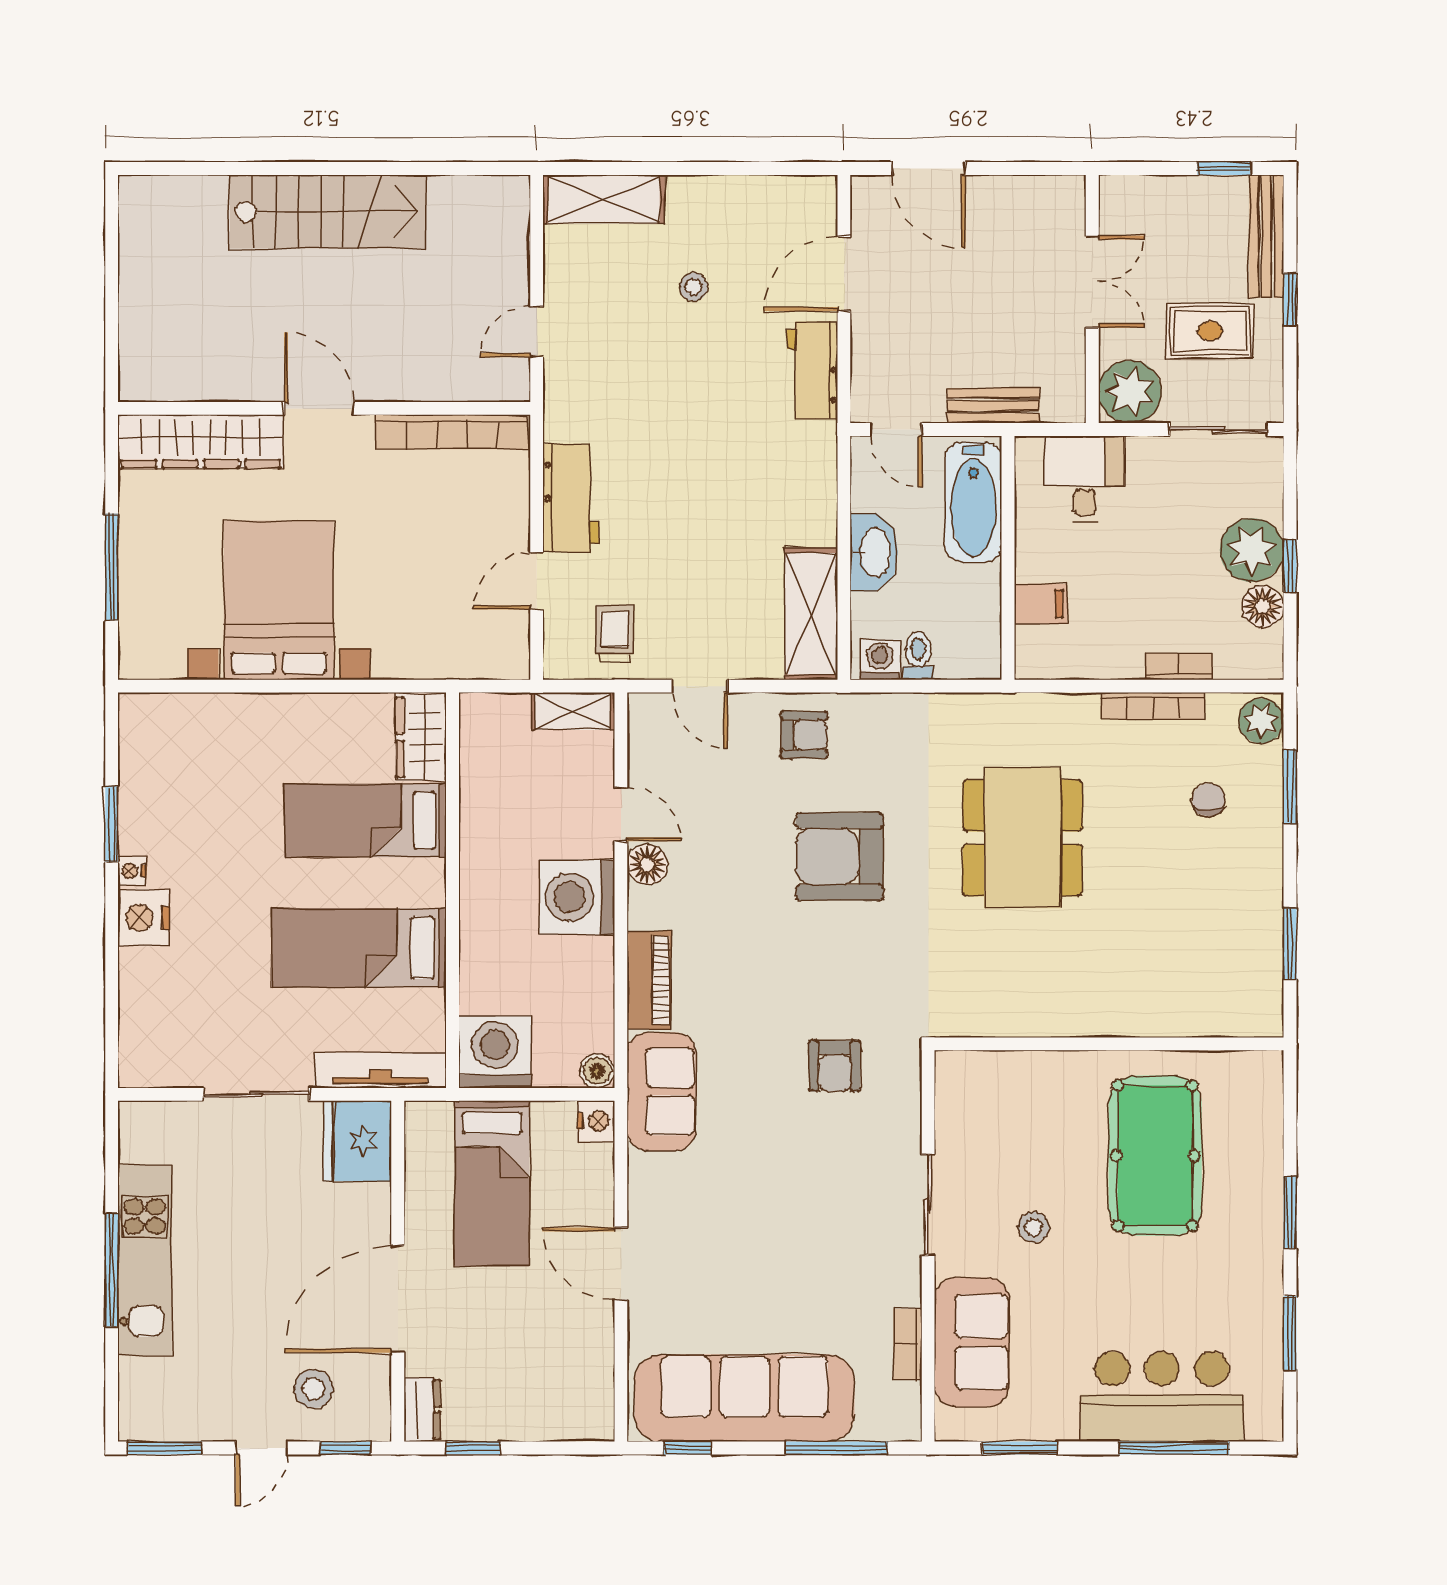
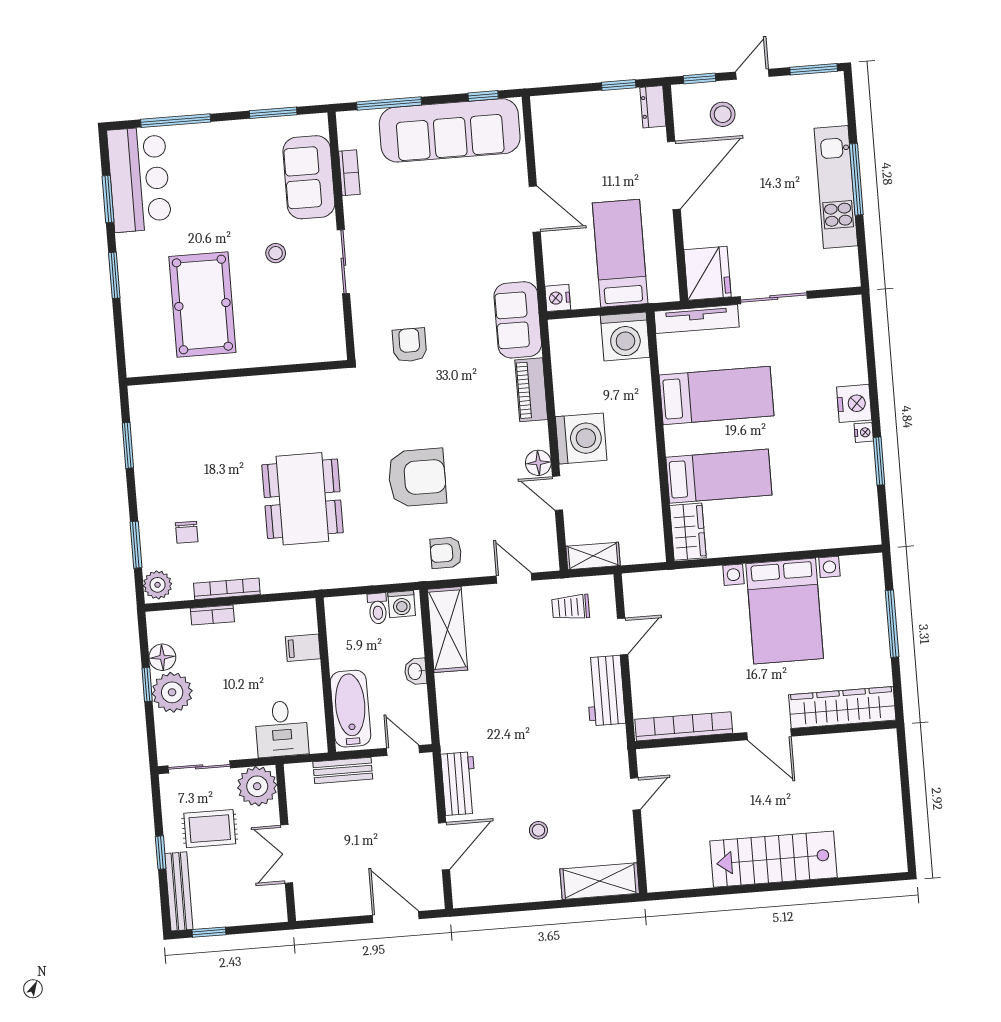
washbasin: (874, 552) -> (415, 671), width x0.52, depth x0.69
trolley: (615, 633) -> (571, 607), turned 90
boiler: (597, 1071) -> (559, 330), removed
bar counter: (1162, 1397) -> (139, 179), moved, turned -90

